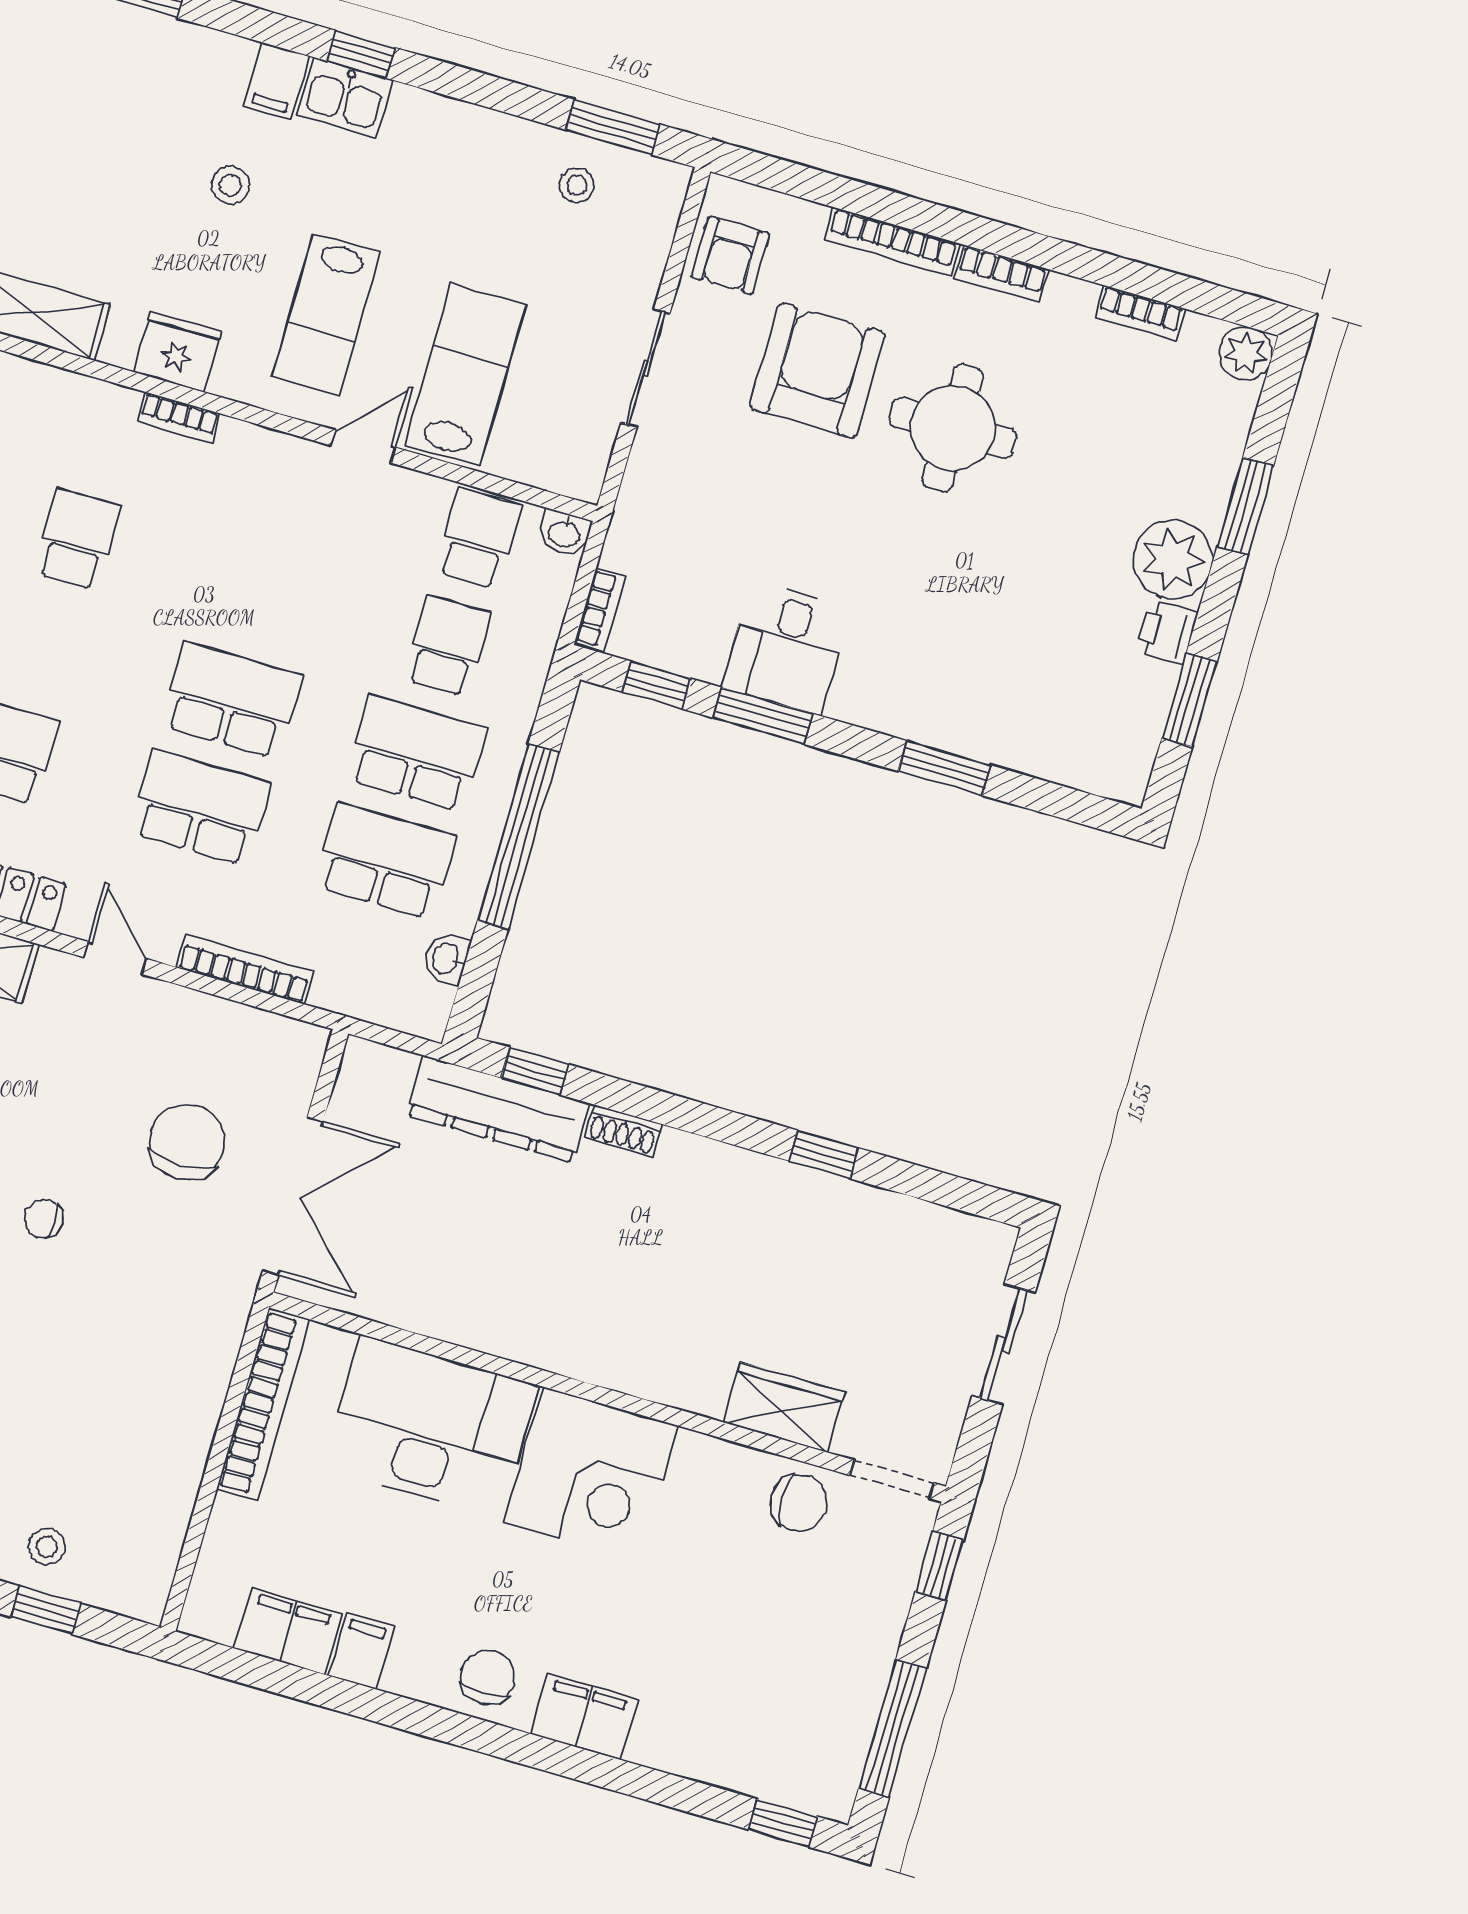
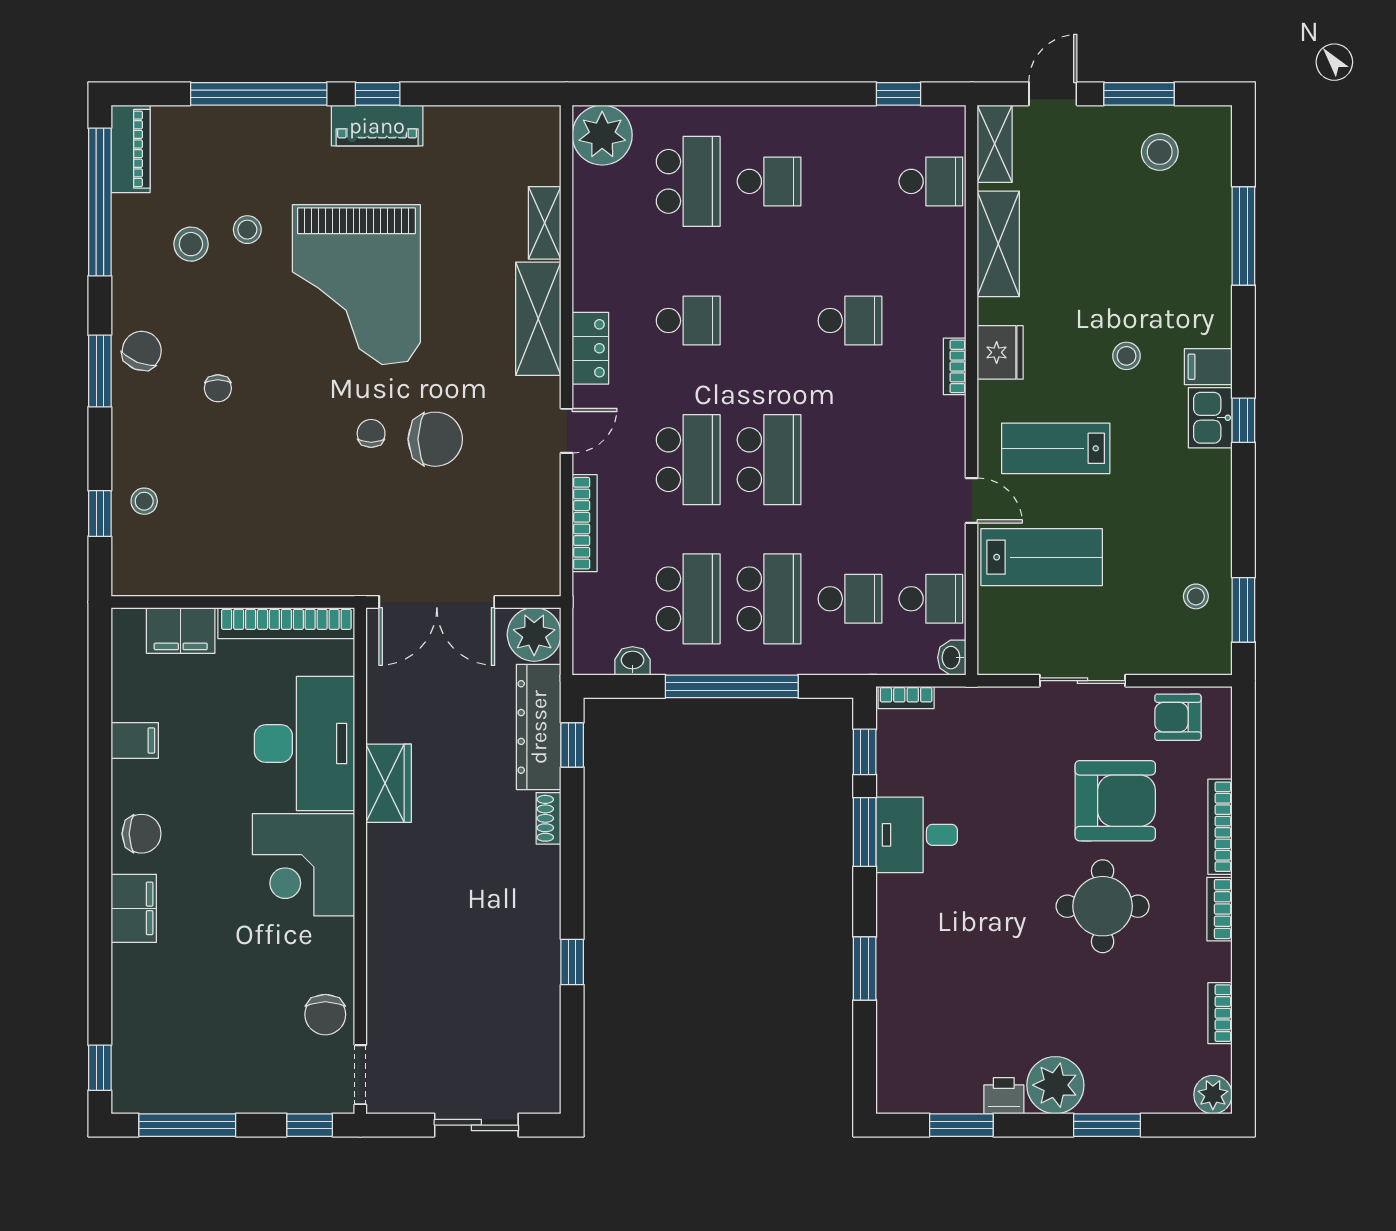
plant: (373, 1079) -> (534, 634), added
chair: (187, 1142) -> (435, 439), moved
wardrobe: (784, 1407) -> (389, 783), moved
filing cabinet: (288, 1631) -> (181, 630), moved, turned 90

